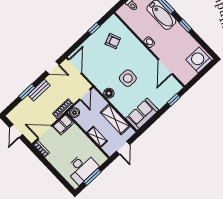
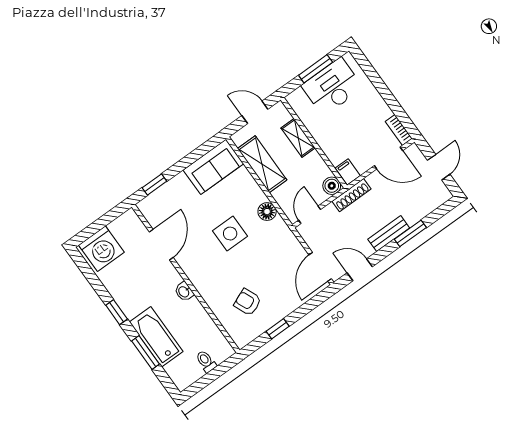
filing cabinet: (63, 125) -> (348, 172), width x0.50
door: (123, 148) -> (255, 112), hinge flipped

